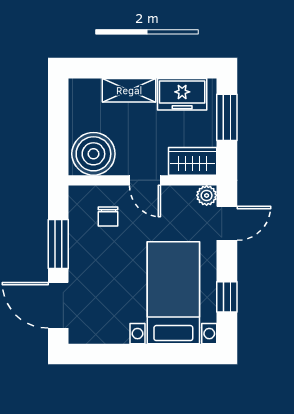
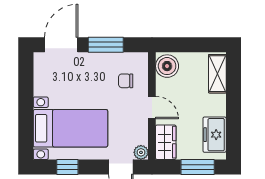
shelving: (129, 90) -> (217, 74), moved
boiler: (93, 154) -> (167, 66), width x0.73, depth x0.73
door: (145, 180) -> (152, 108), swing flipped

